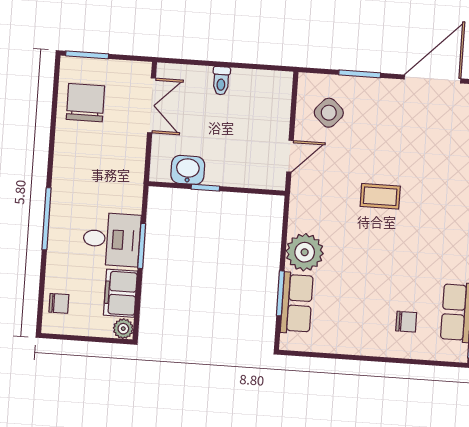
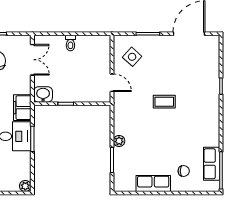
door: (290, 156) -> (112, 83), hinge flipped
washbasin: (188, 170) -> (43, 94), moved
plant: (305, 252) -> (119, 141), width x0.53, depth x0.53
filing cabinet: (120, 293) -> (22, 108), moved
row of seats: (297, 303) -> (153, 184), moved, turned -90

